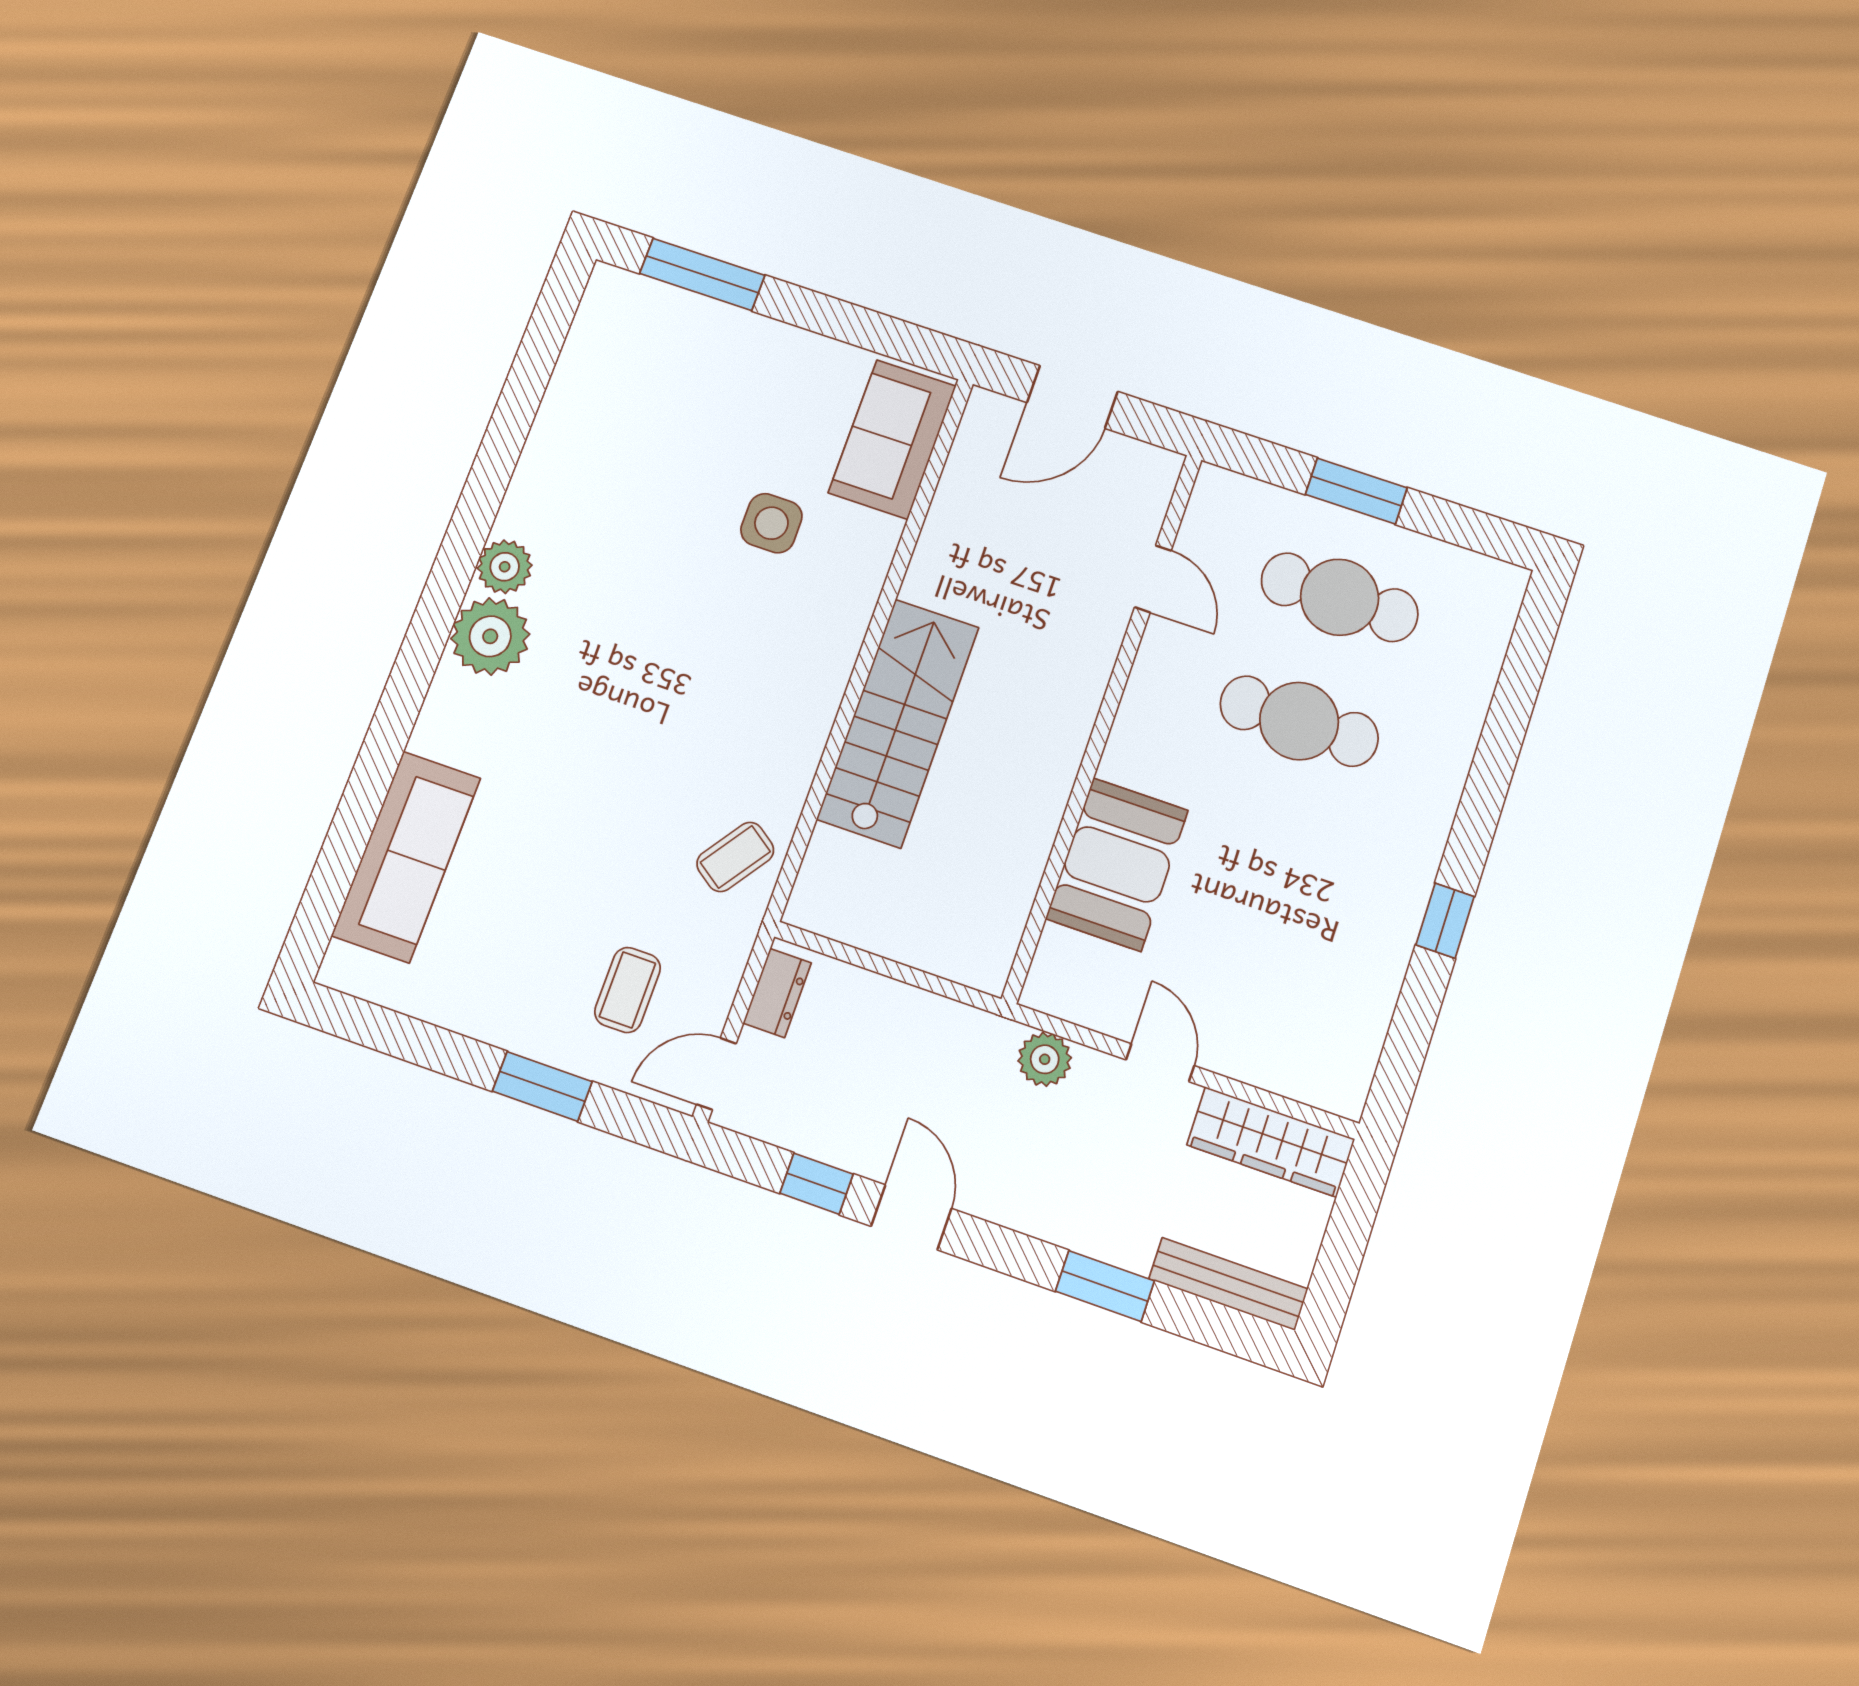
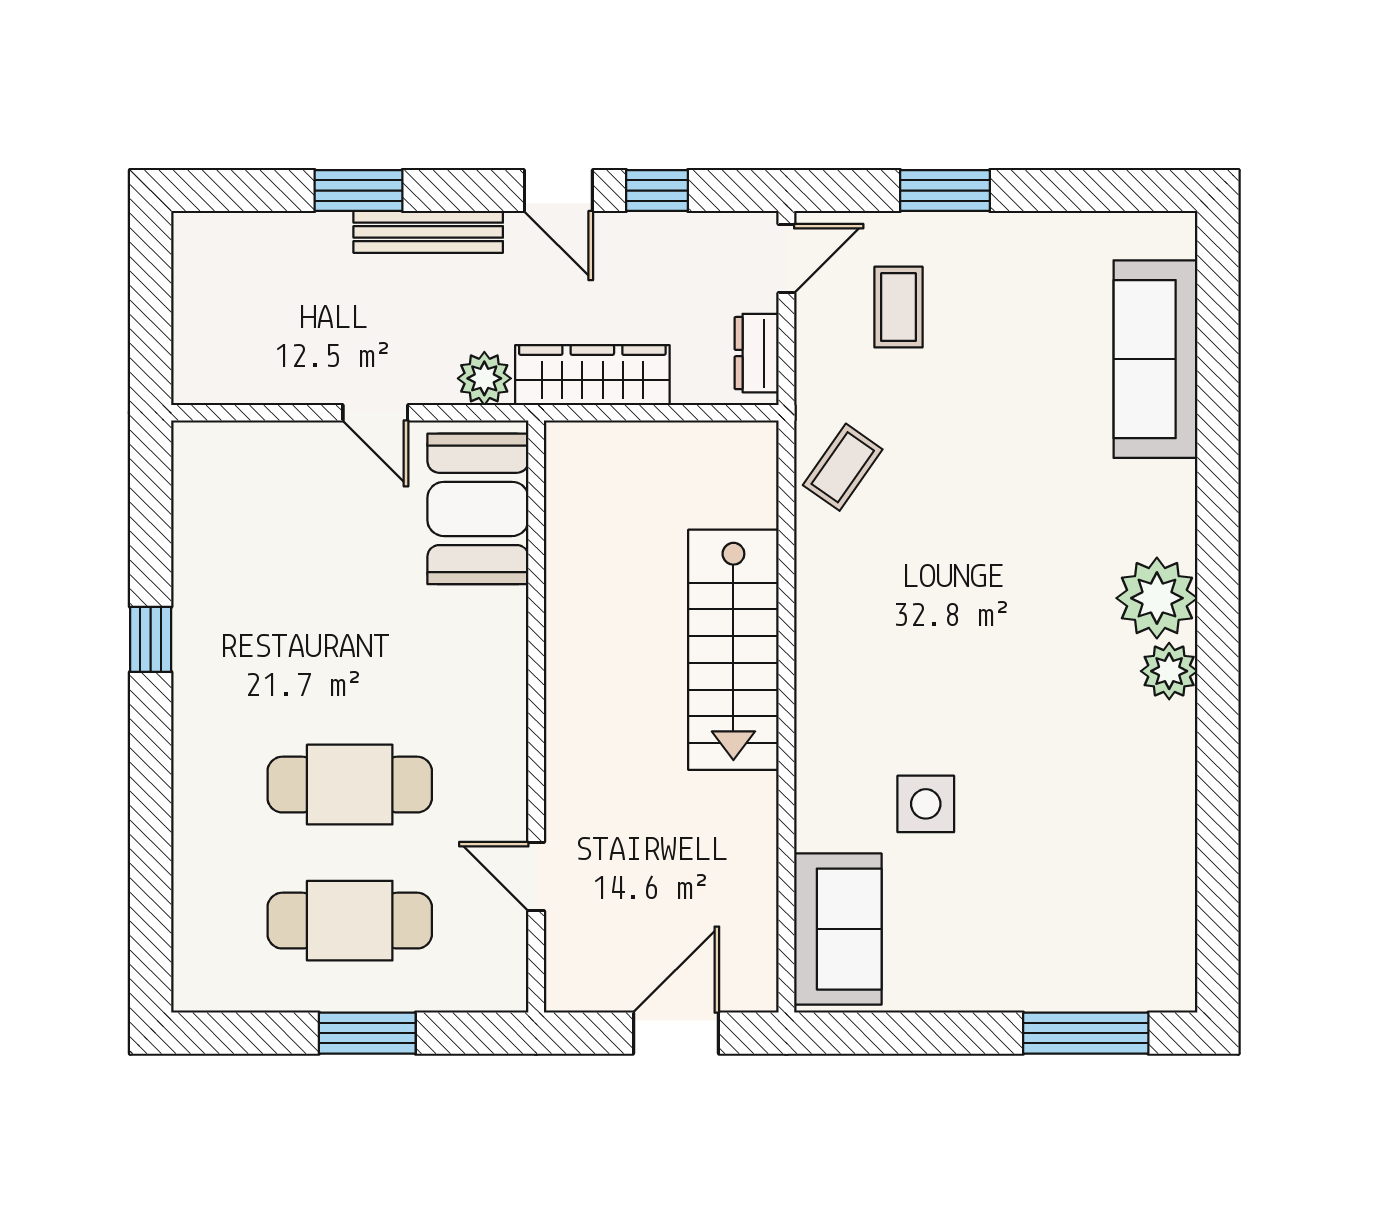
booth: (1117, 864) -> (478, 509), moved
wardrobe: (1271, 1142) -> (592, 375), moved
bench: (1228, 1284) -> (428, 232), moved

